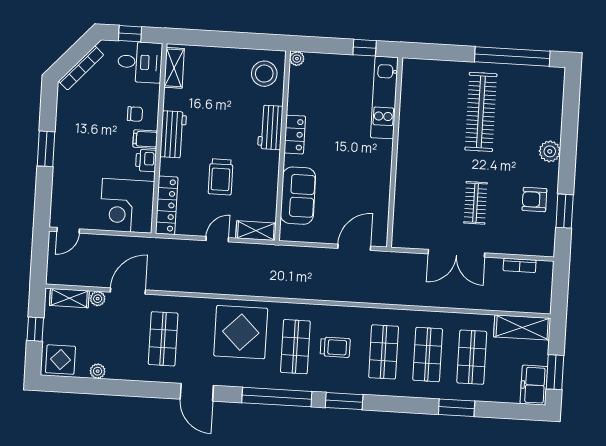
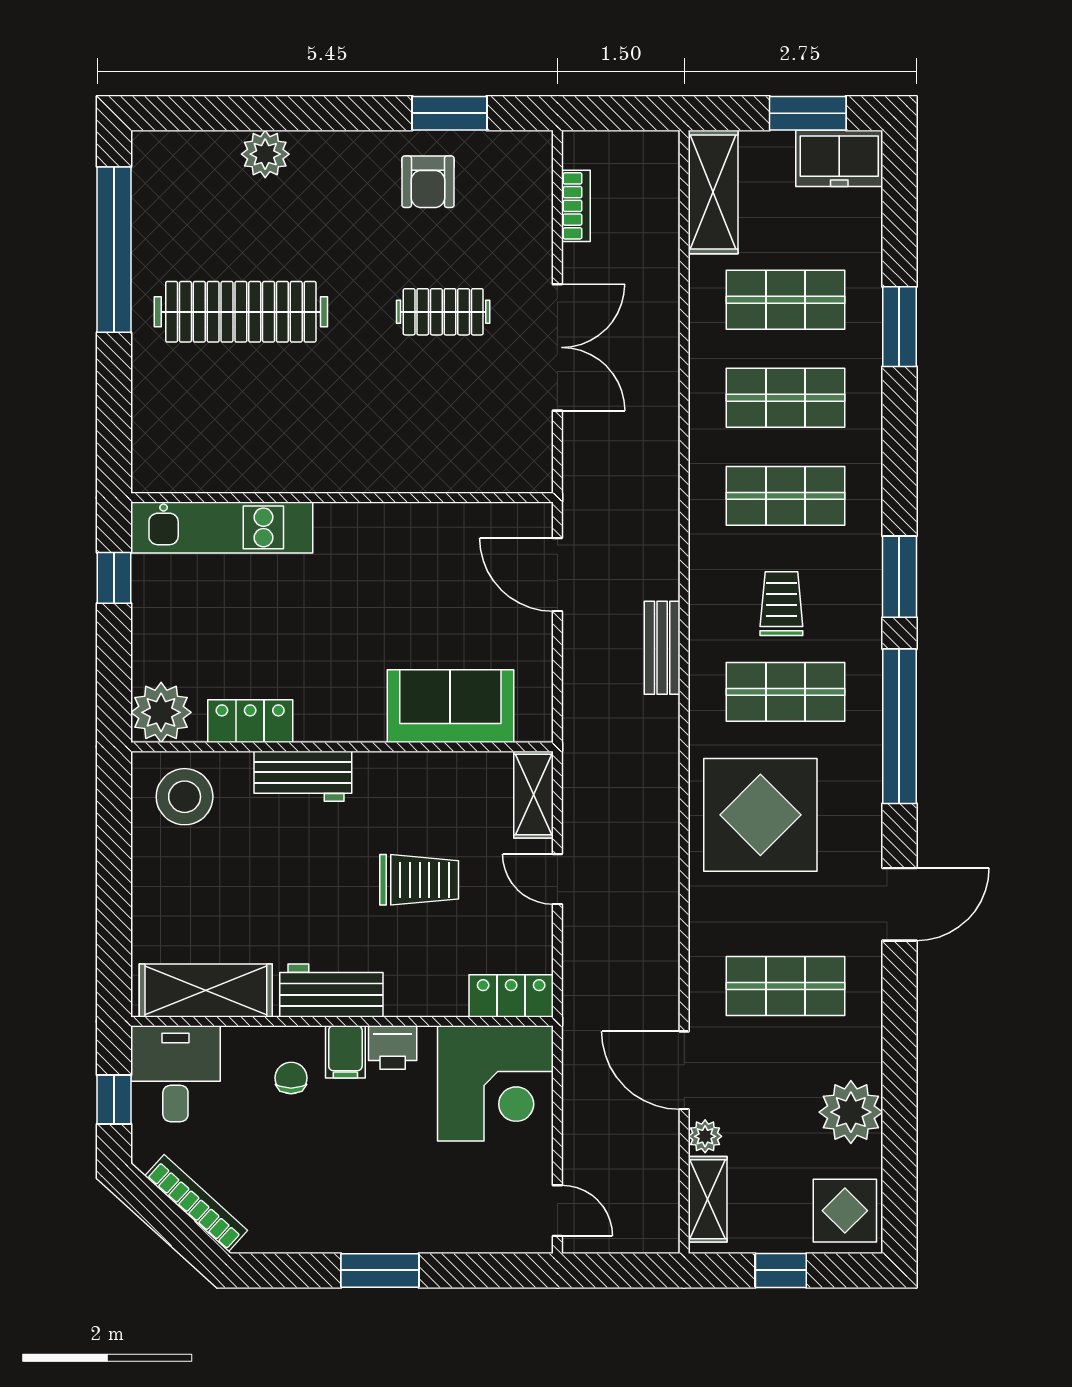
plant: (297, 59) -> (161, 712), width x1.88, depth x1.88
shelving: (174, 68) -> (206, 990), width x1.50, depth x1.33
locker: (295, 135) -> (250, 721), moved
plant: (550, 151) -> (265, 154), moved
locker: (167, 205) -> (511, 996), width x0.66
bench: (319, 292) -> (662, 648), added
plant: (98, 371) -> (851, 1112), width x1.88, depth x1.88

